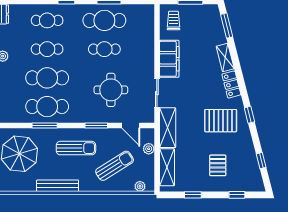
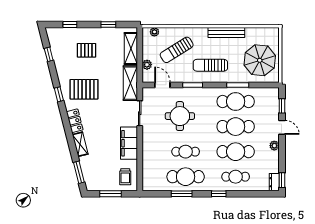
cafe table: (47, 49) -> (236, 152), width x1.37, depth x1.35
pallet: (218, 165) -> (87, 50), turned 90

